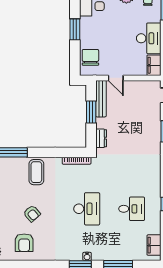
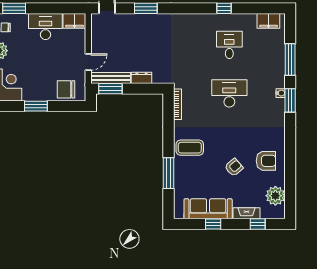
window: (91, 112) -> (110, 89), moved
dresser: (101, 138) -> (142, 78), moved
armchair: (32, 214) -> (234, 167), moved

